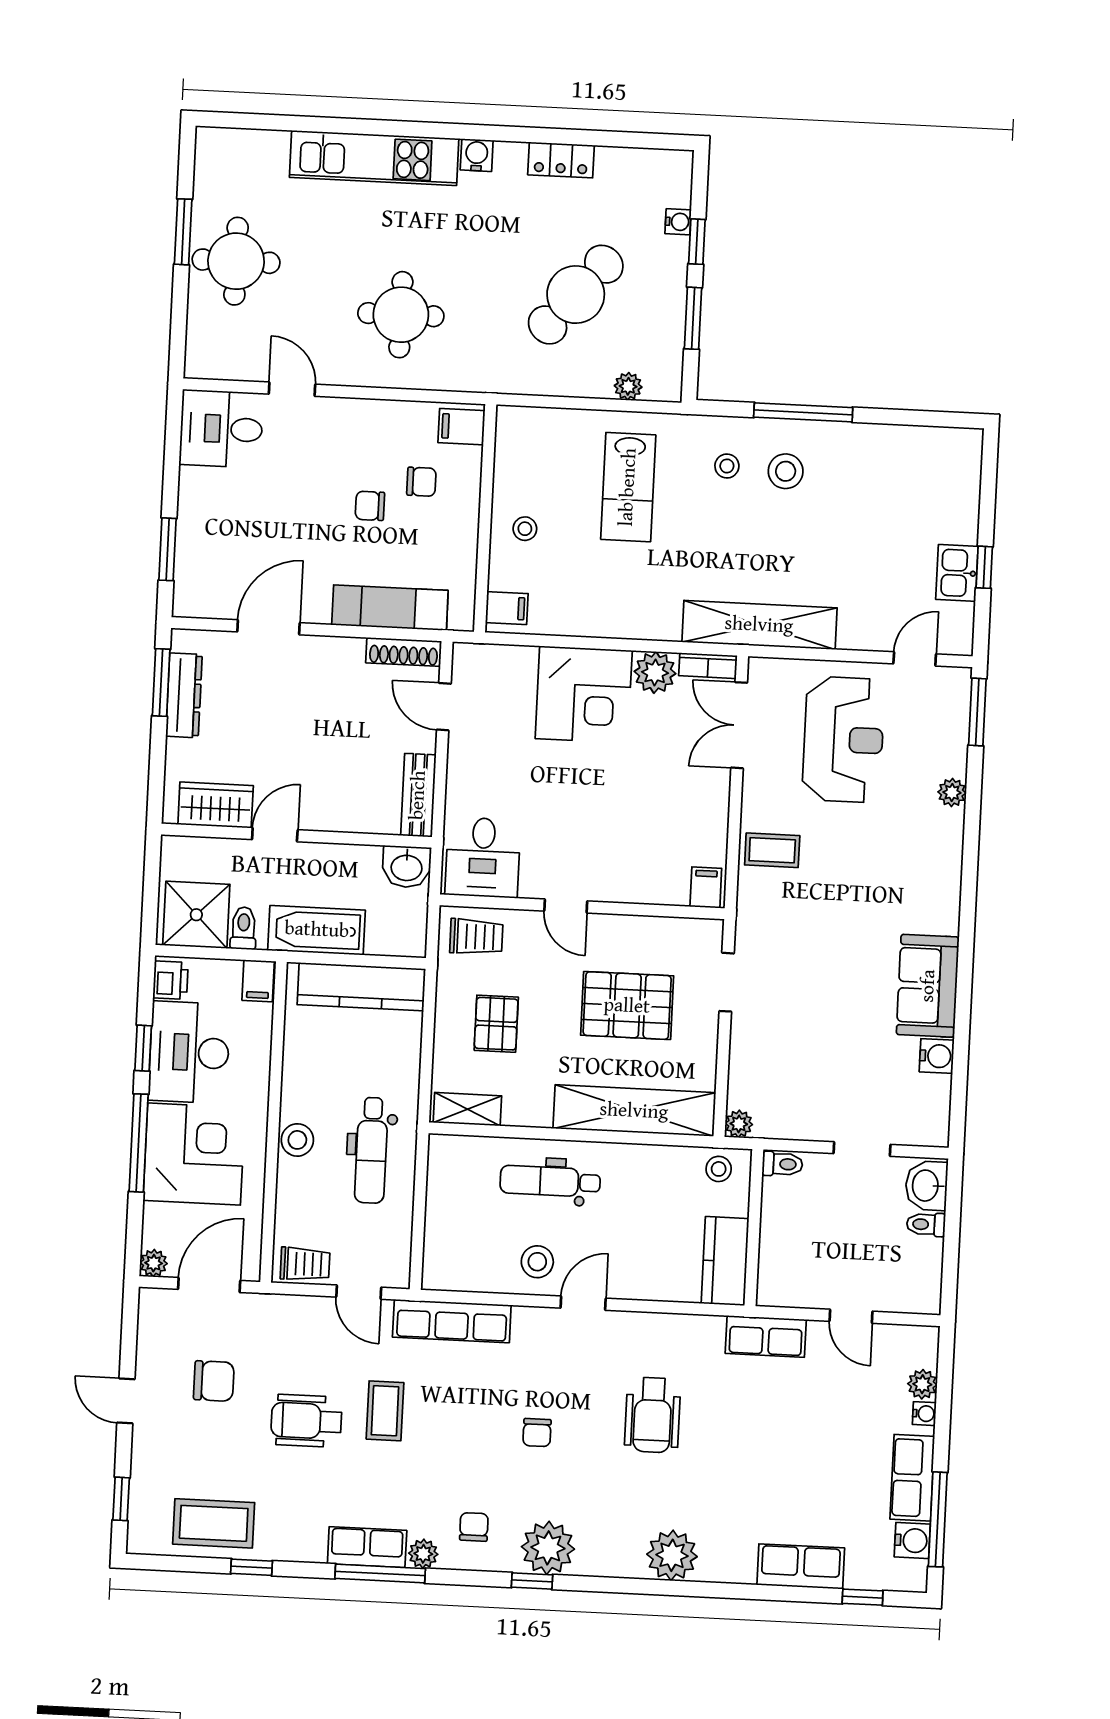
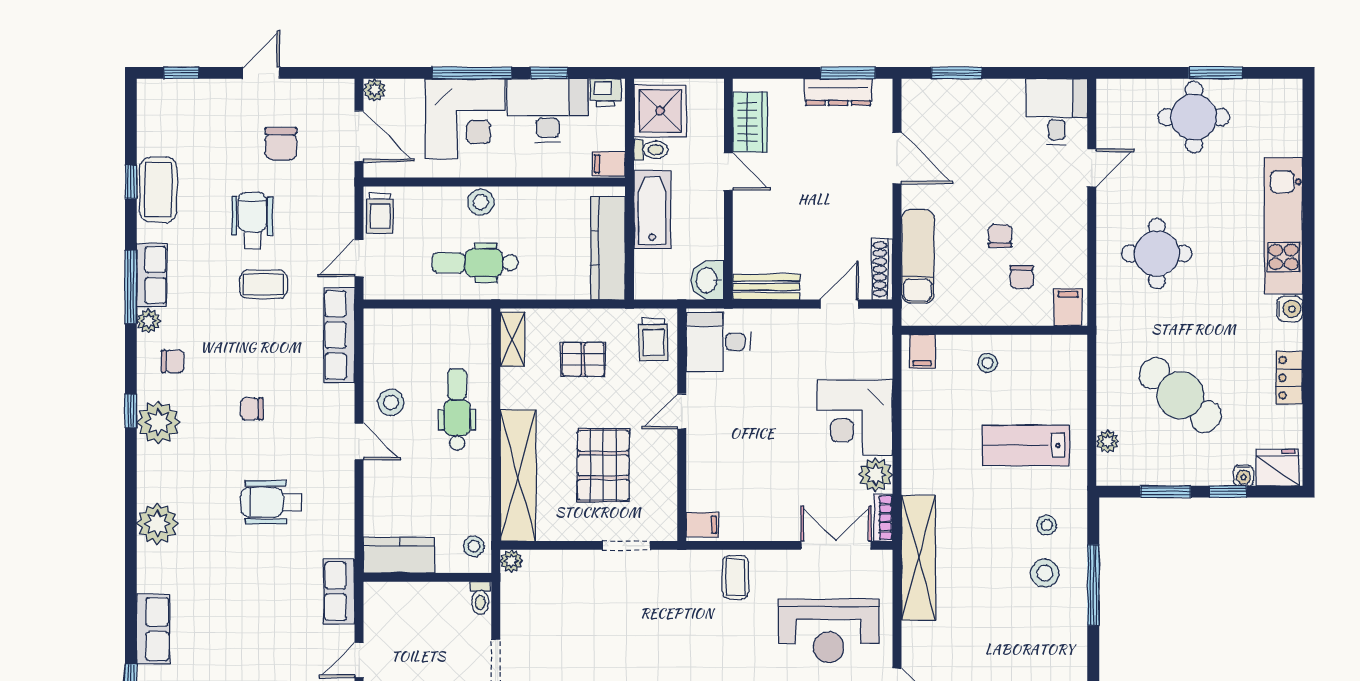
fridge: (670, 180) -> (1277, 467), added
coffee table: (214, 1523) -> (158, 190), moved

